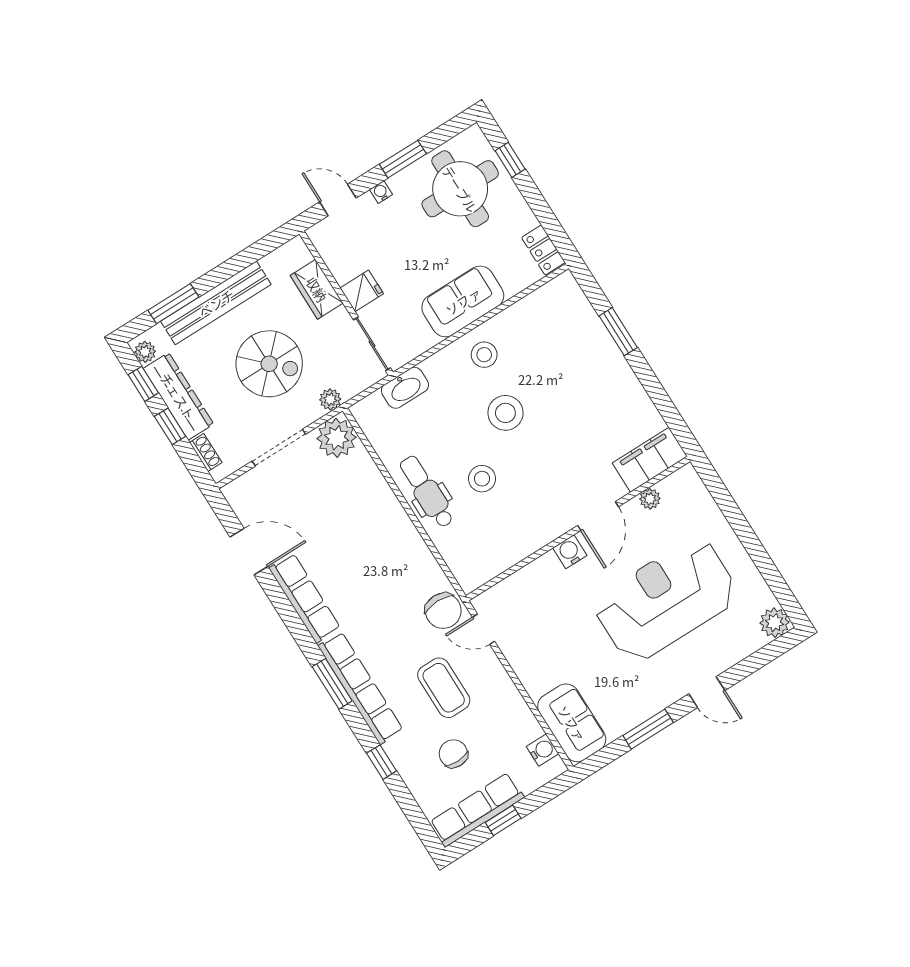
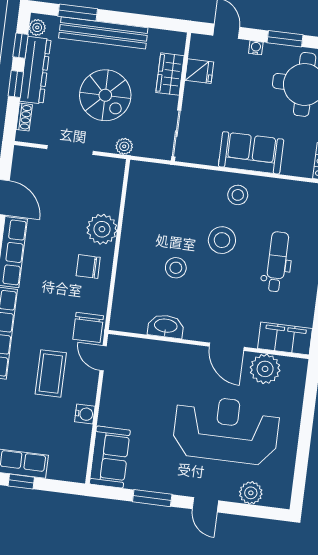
fridge: (362, 291) -> (199, 71), moved
washbasin: (405, 388) -> (166, 326), moved, turned 180
plant: (337, 438) -> (102, 229), moved
dental chair: (427, 492) -> (277, 262), moved
plant: (650, 499) -> (265, 369), width x1.88, depth x1.88
door: (598, 516) -> (227, 347), hinge flipped
water cooler: (570, 552) -> (192, 354), removed
plant: (774, 623) -> (251, 493), moved
water cooler: (543, 750) -> (85, 414), moved
chair: (453, 754) -> (88, 267), moved, turned -90

